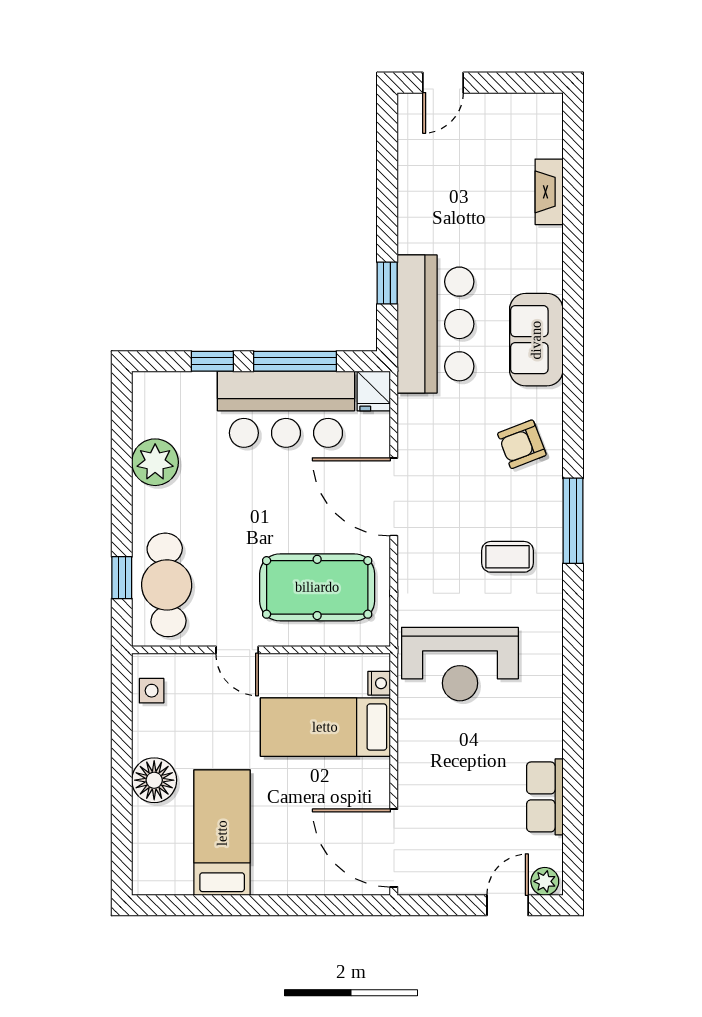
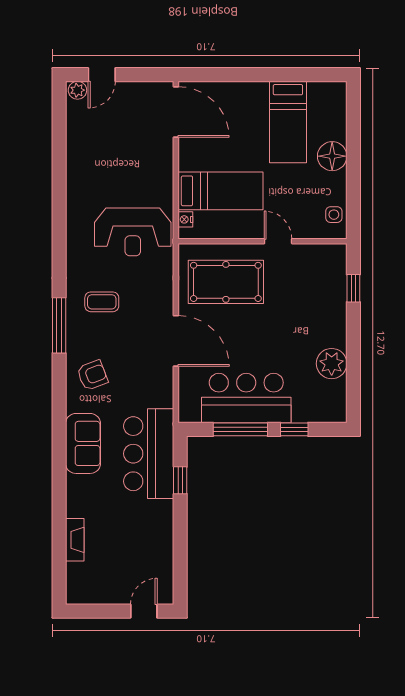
fridge: (374, 391) -> (189, 410), removed
cafe table: (167, 585) -> (324, 283), removed
reception desk: (460, 664) -> (133, 232), turned 180
row of seats: (545, 797) -> (77, 145), removed

